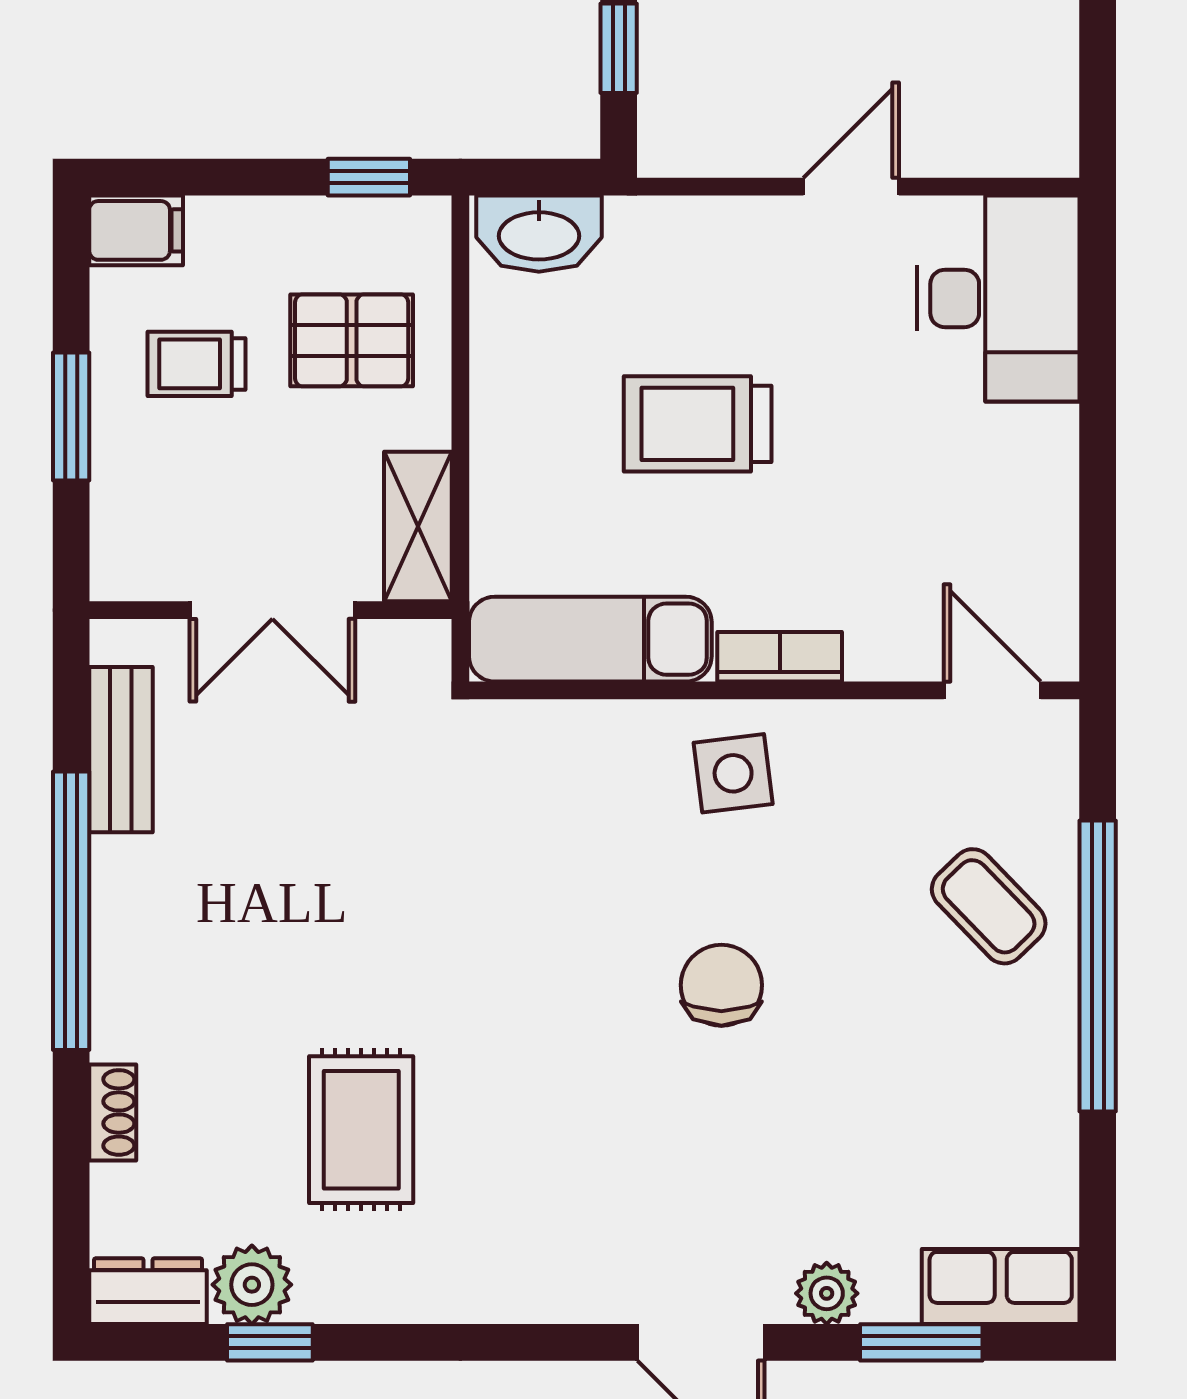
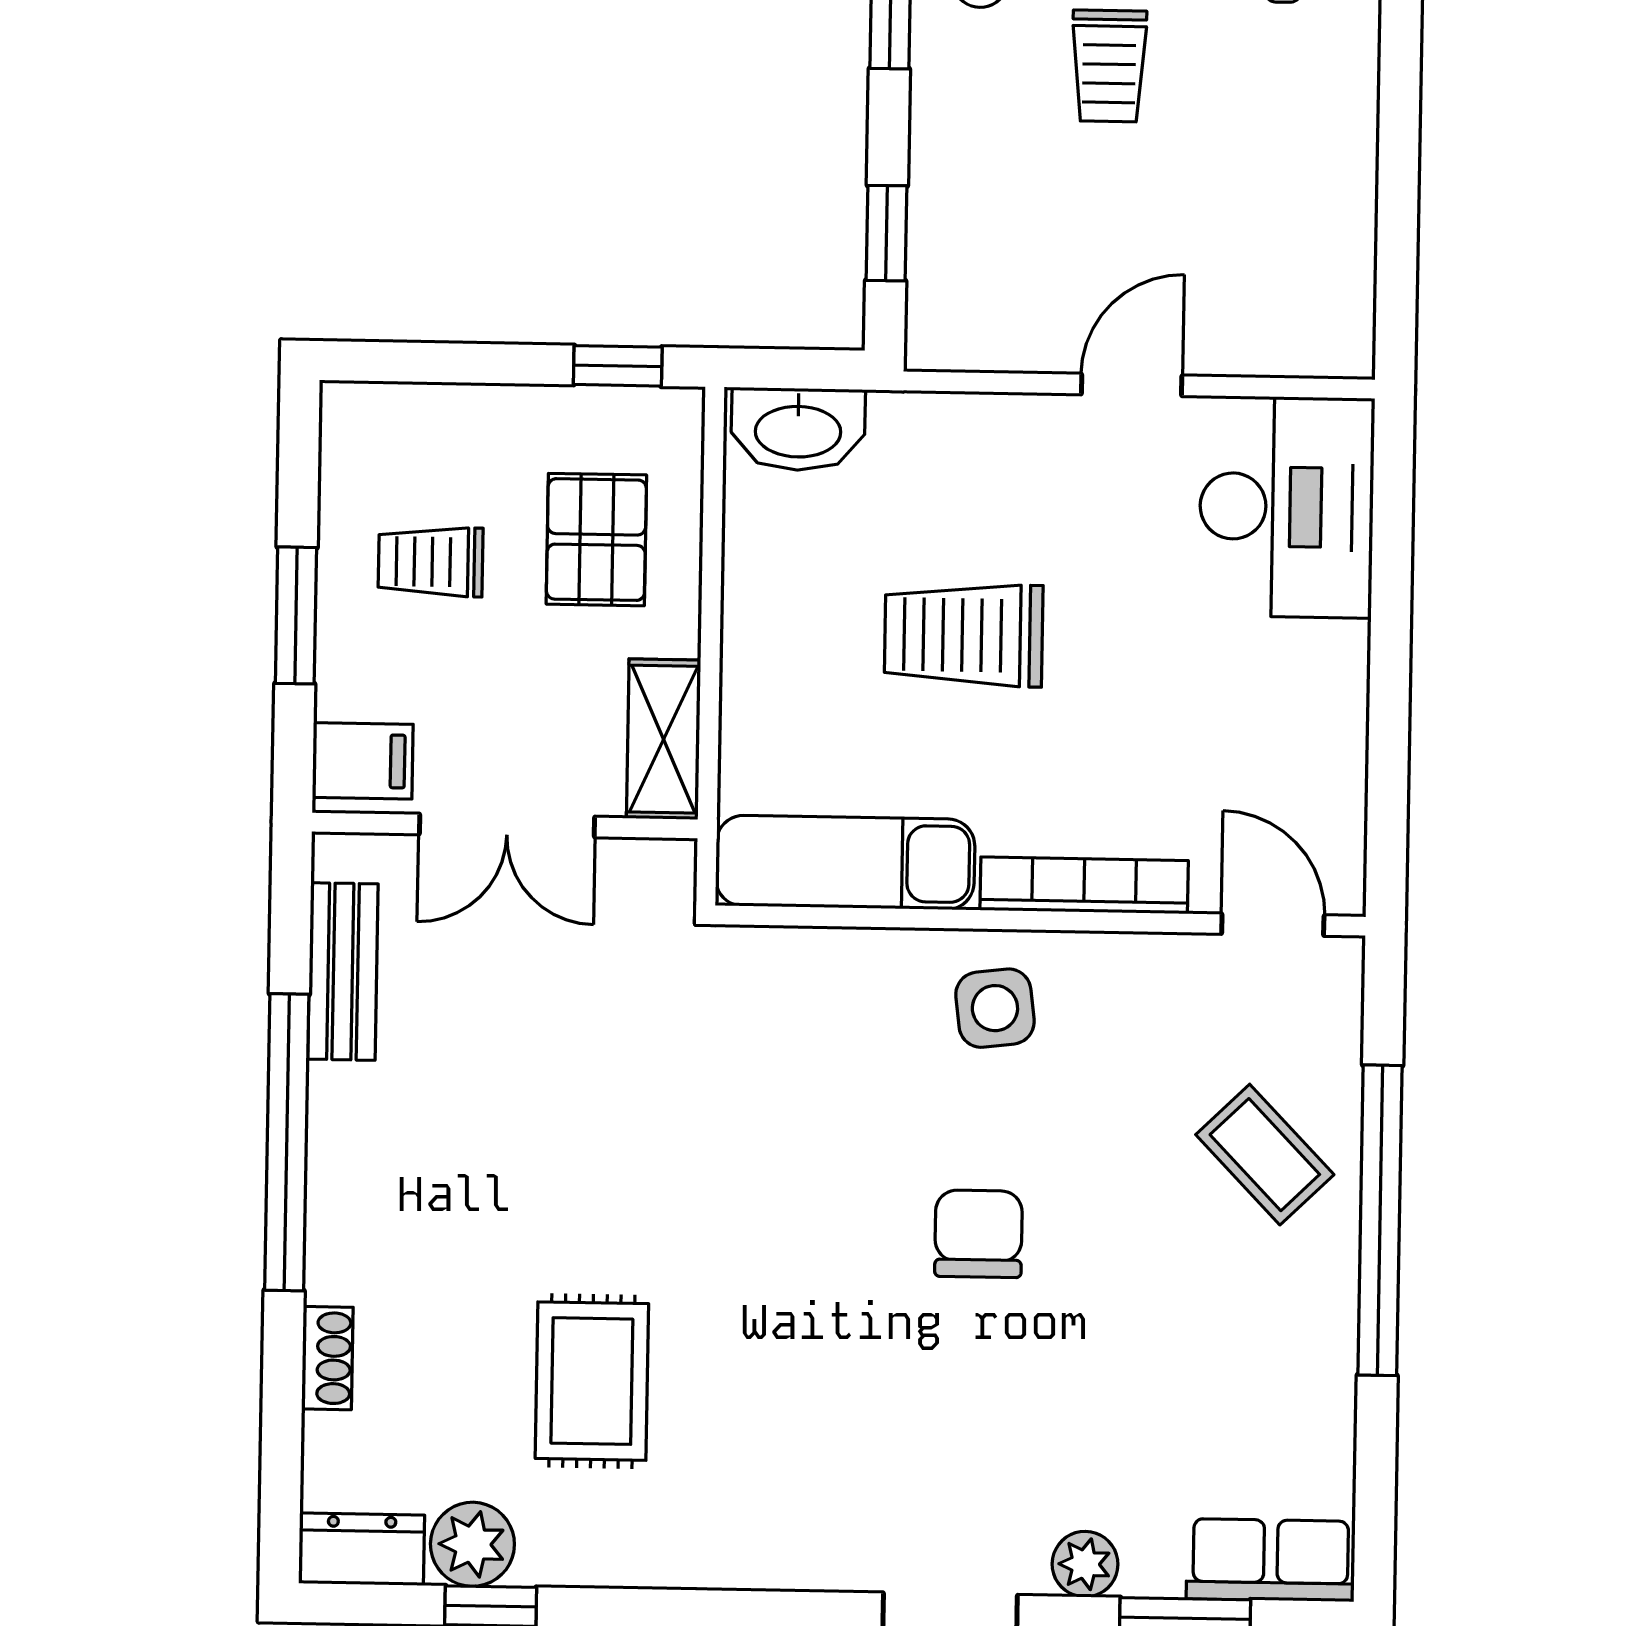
filing cabinet: (136, 230) -> (363, 761), moved
pallet: (352, 340) -> (596, 540), turned 90
bookcase: (780, 657) -> (1084, 885), width x1.56

